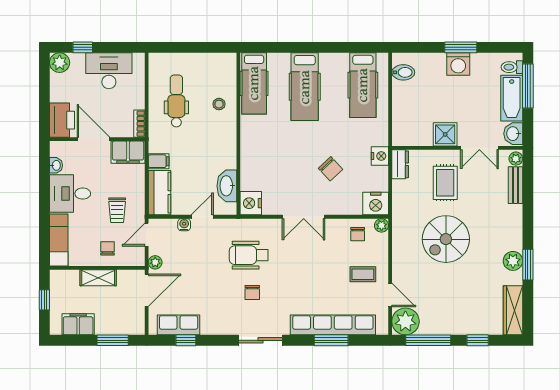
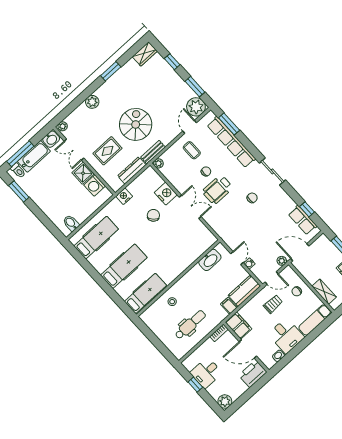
window: (83, 47) -> (195, 385), moved
window: (461, 47) -> (19, 191), moved
washing machine: (458, 64) -> (95, 185), moved, turned 180
desk: (109, 71) -> (206, 373), width x0.73
dental chair: (176, 101) -> (190, 325), turned 180
door: (94, 139) -> (248, 349), hinge flipped
double door: (479, 148) -> (74, 150), swing flipped
dresser: (400, 164) -> (132, 170), moved, width x1.44
bench: (516, 185) -> (153, 152), moved
nightstand: (251, 203) -> (208, 240), removed
nightstand: (376, 204) -> (166, 194), moved
door: (202, 217) -> (237, 258), swing flipped
chair: (358, 234) -> (206, 171), moved
spiral stairs: (446, 239) -> (136, 124), turned -90
wheelchair: (249, 255) -> (217, 190), moved, turned 90
plant: (513, 261) -> (92, 102), moved
shelving: (98, 278) -> (324, 292), moved
wardrobe: (513, 310) -> (145, 54), width x0.67
window: (331, 340) -> (229, 124), moved
window: (428, 340) -> (195, 87), width x0.69

